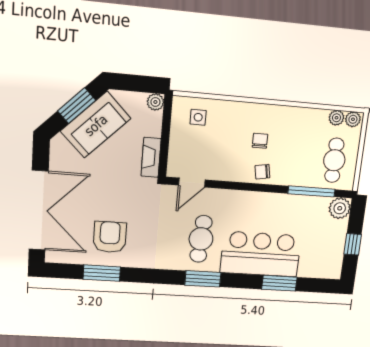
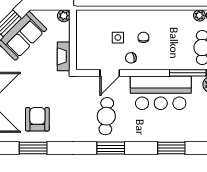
side table: (198, 117) -> (118, 38), moved
chair: (262, 172) -> (131, 58), moved
door: (192, 183) -> (110, 73), moved
bar counter: (261, 254) -> (161, 93), moved, turned 180

